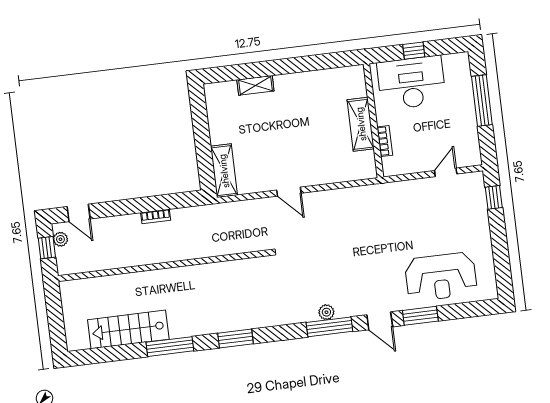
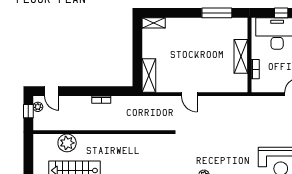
window: (316, 63) -> (217, 13), added
shelving: (255, 85) -> (154, 23), moved
plant: (112, 289) -> (67, 143), added

